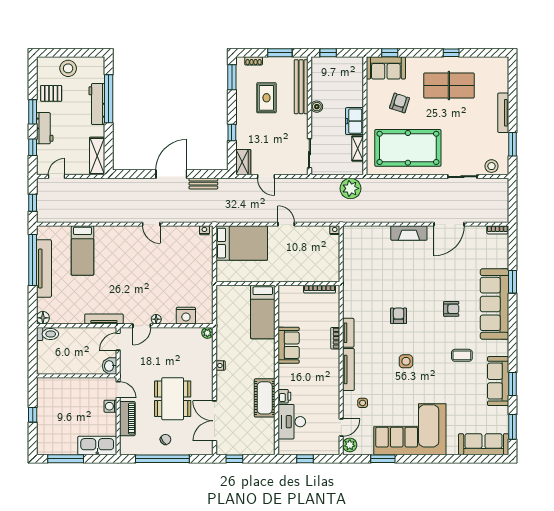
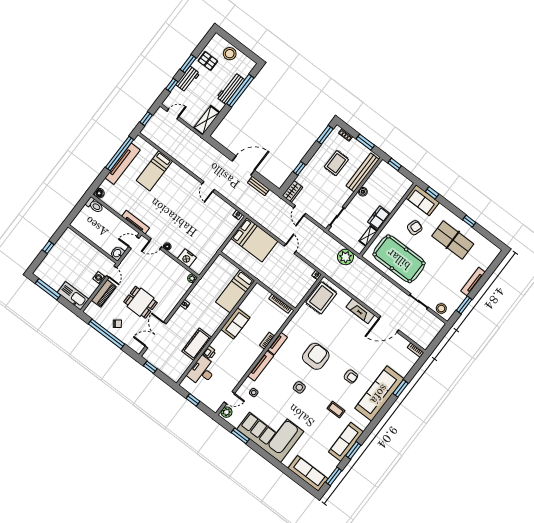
rug: (358, 250) -> (321, 298), added
armchair: (399, 316) -> (316, 356), width x1.88, depth x1.88
dining table: (173, 399) -> (141, 302), width x0.73

